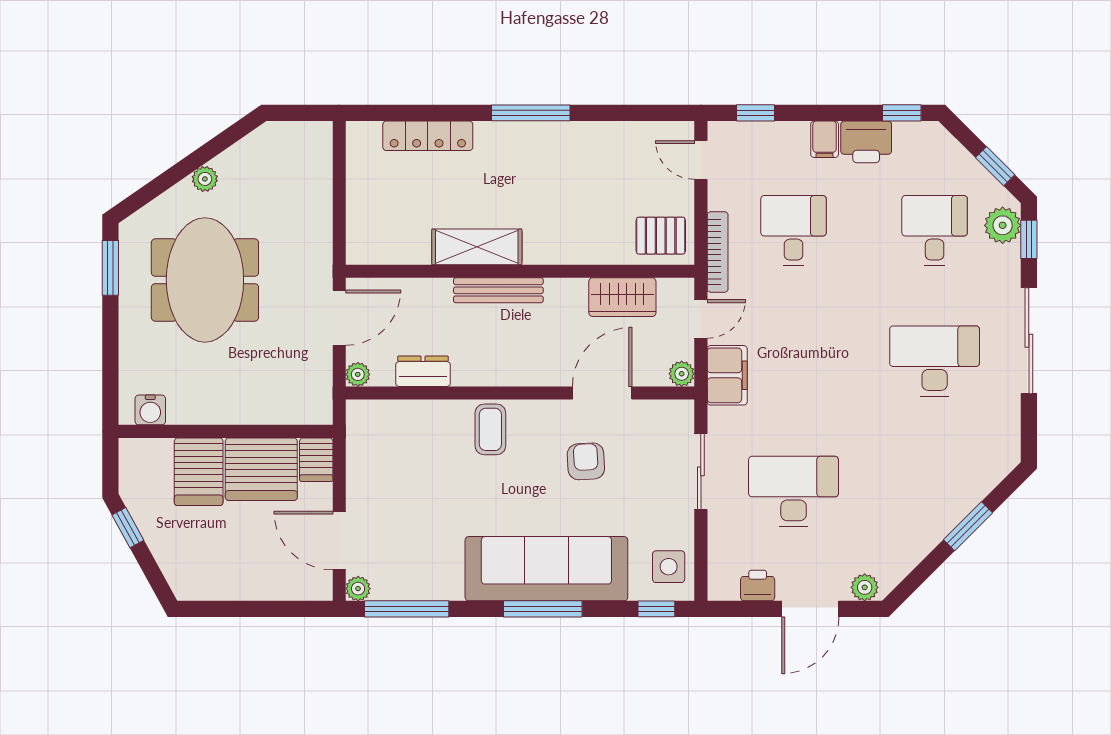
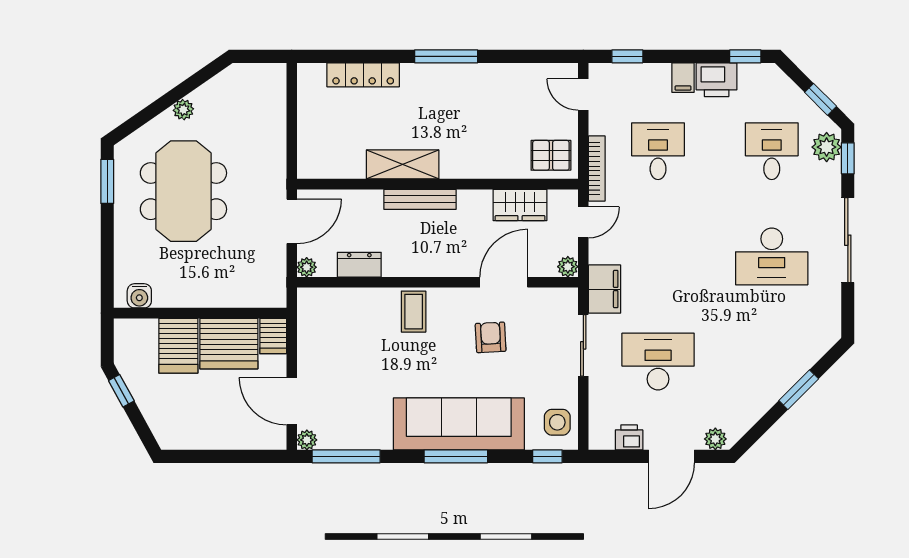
desk: (935, 361) -> (772, 256), turned 180
filing cabinet: (727, 375) -> (605, 289), moved

